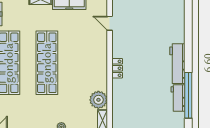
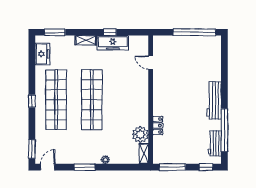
locker: (117, 68) -> (158, 126), moved
workbench: (178, 98) -> (215, 143), moved

